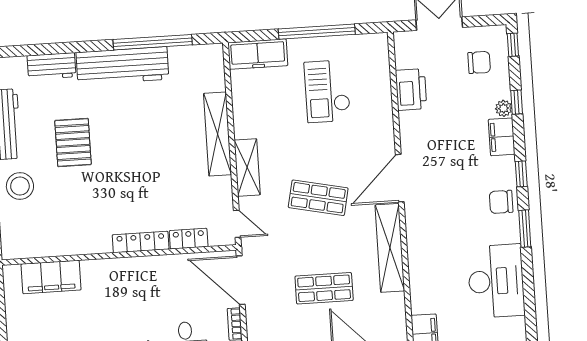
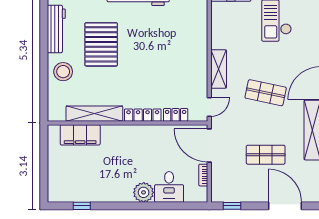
shelving: (217, 134) -> (94, 114), moved, turned 90
pallet: (73, 143) -> (101, 44), width x1.37, depth x1.41
door: (237, 224) -> (209, 107), hinge flipped

